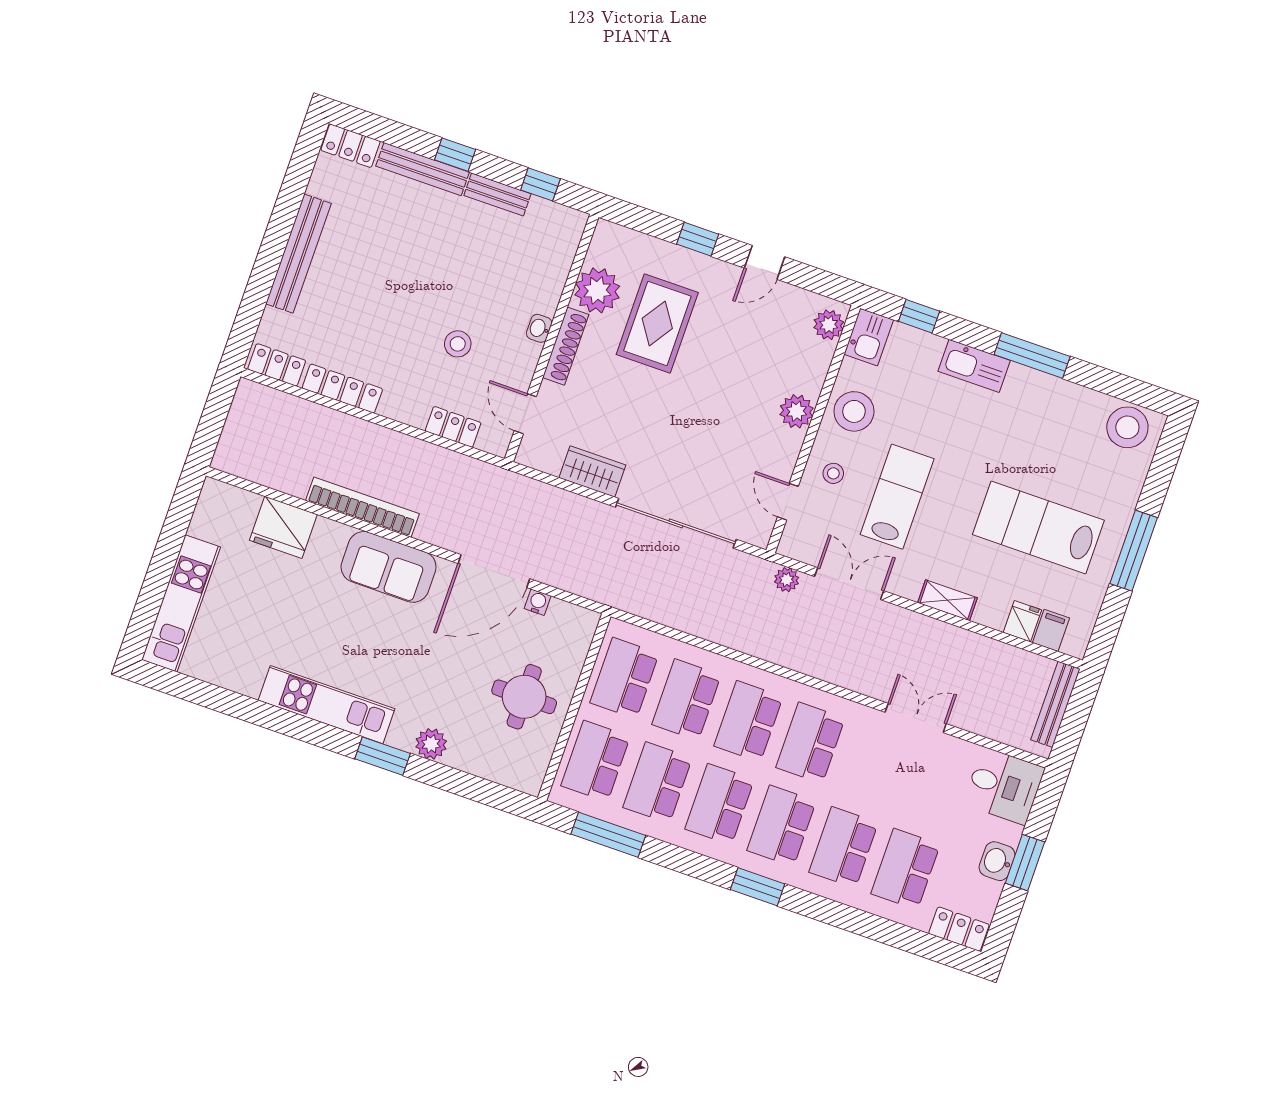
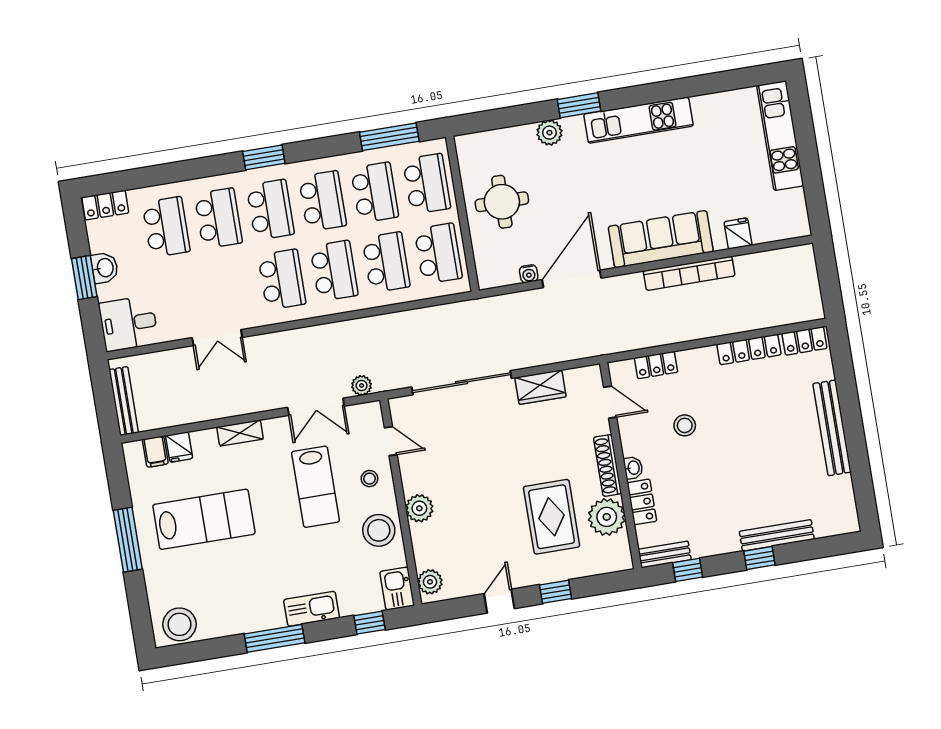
locker: (351, 146) -> (642, 502), moved, turned 90
bench: (497, 195) -> (665, 554), moved
fridge: (283, 527) -> (738, 233), width x0.53, depth x0.75
sofa: (389, 567) -> (661, 239), width x1.36

